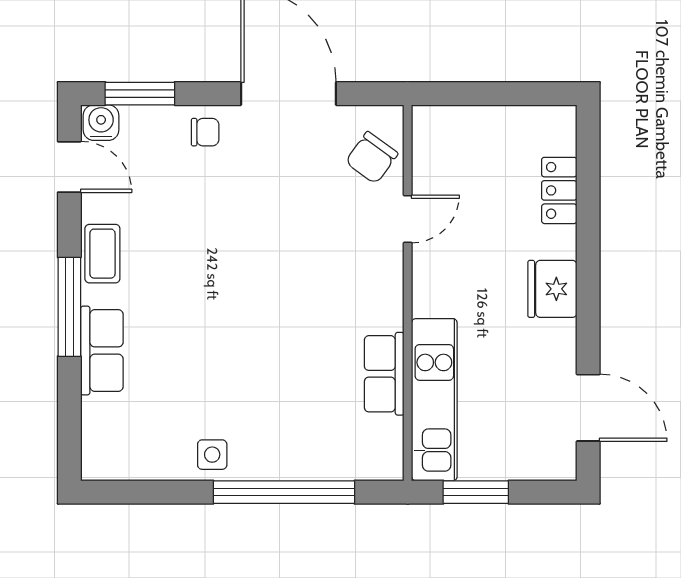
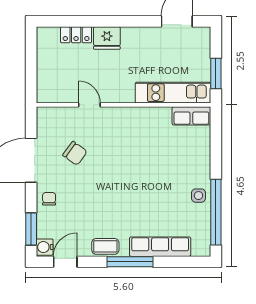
chair: (372, 158) -> (75, 153), moved
fridge: (552, 289) -> (107, 38), moved
row of seats: (102, 351) -> (160, 247), width x1.48
row of seats: (384, 374) -> (191, 116), moved
window: (284, 492) -> (216, 212), moved

